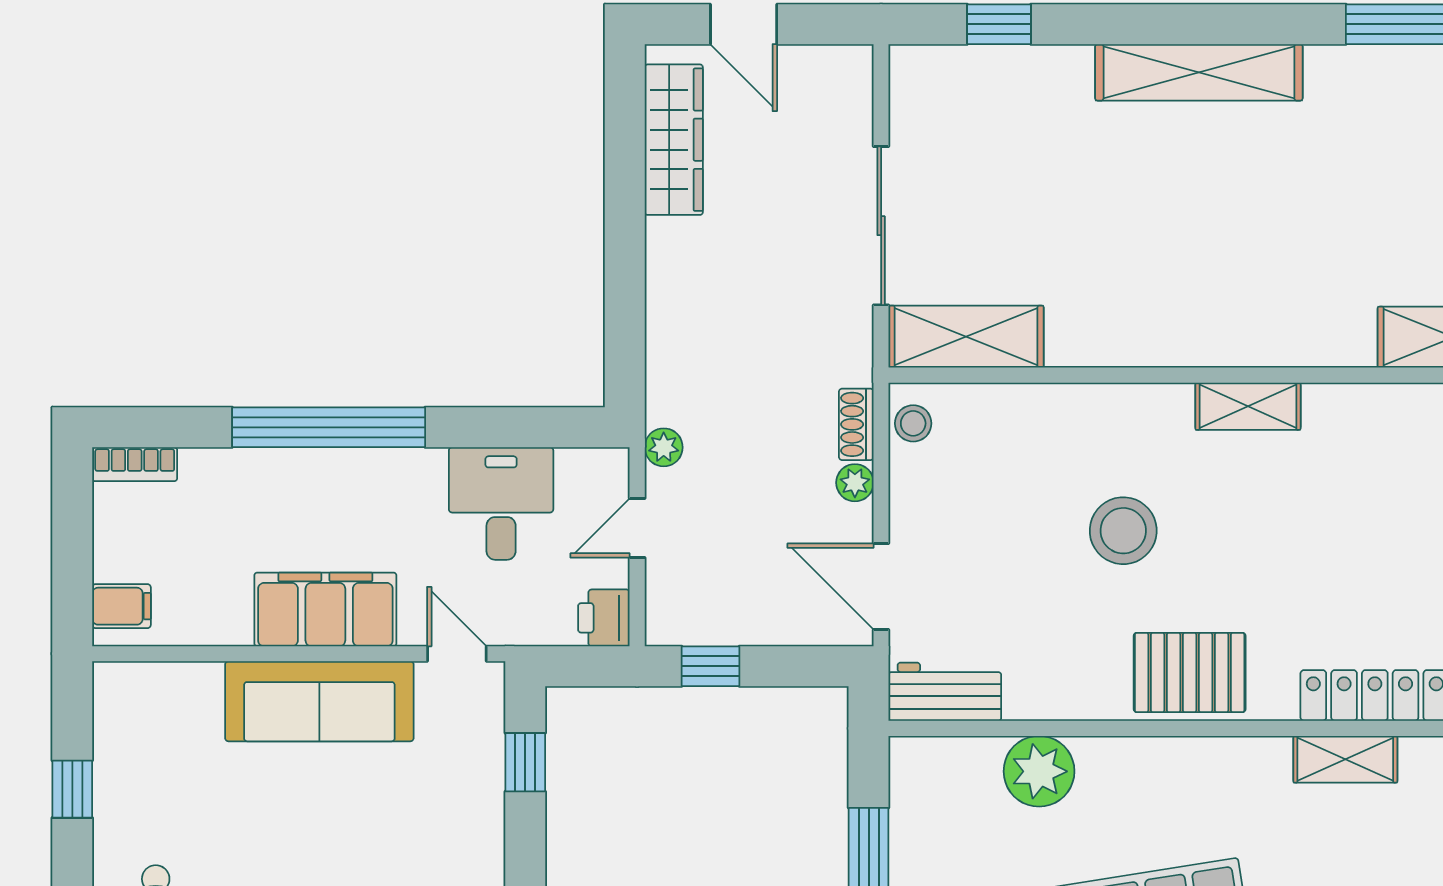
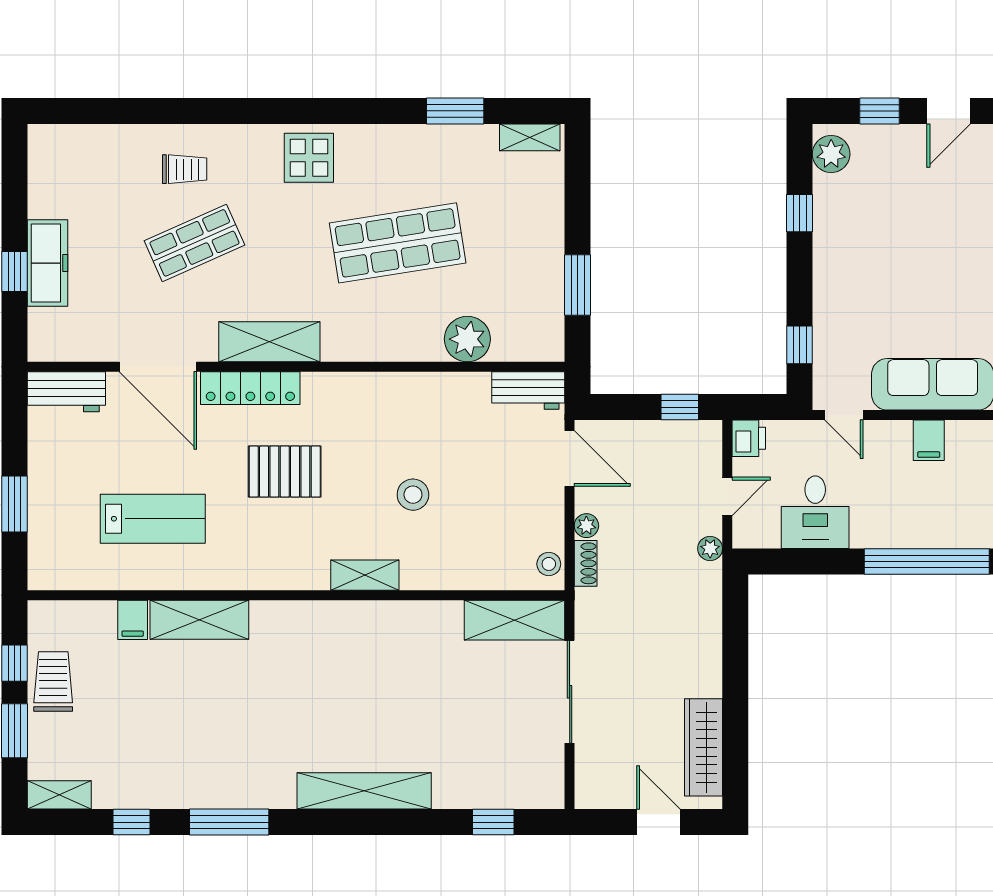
shelving: (1248, 406) -> (365, 575), moved
stool: (1123, 531) -> (413, 495), width x0.73, depth x0.73
filing cabinet: (325, 609) -> (929, 440), width x0.33, depth x0.86
pallet: (1190, 672) -> (285, 472), moved
shelving: (1345, 759) -> (269, 342), width x1.50, depth x1.33

